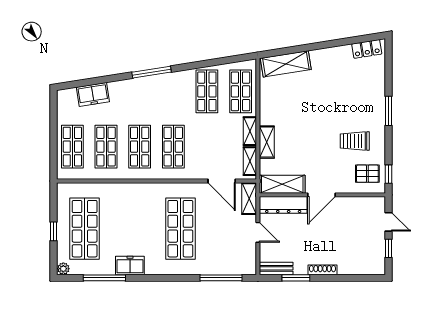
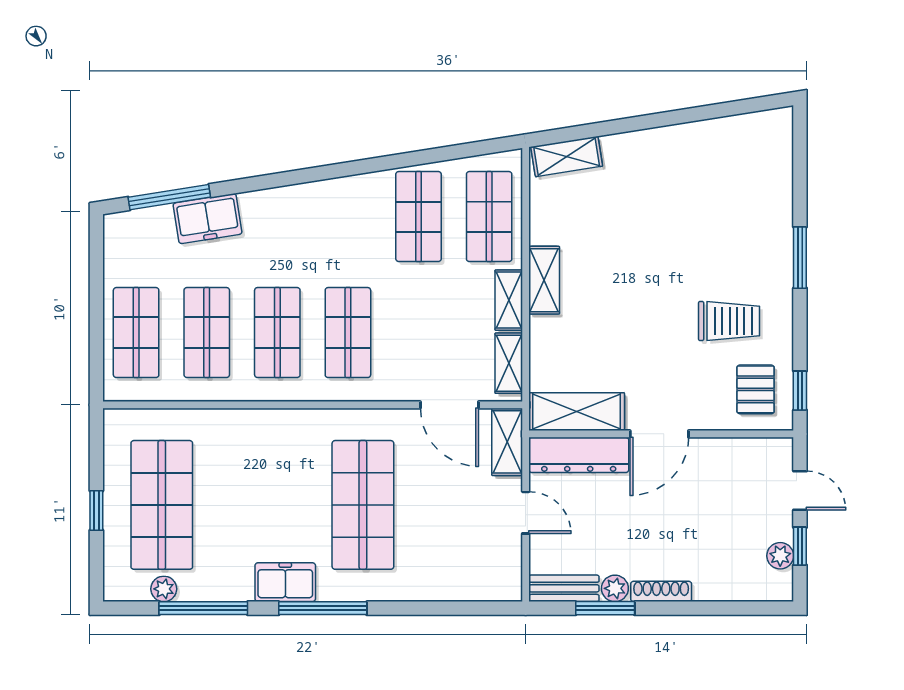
locker: (367, 49) -> (754, 127), removed
shelving: (286, 64) -> (567, 156), width x0.67, depth x0.75
window: (152, 72) -> (169, 197), moved
freezer: (93, 94) -> (208, 219), moved
trolley: (355, 141) -> (729, 321), turned 180
shelving: (267, 142) -> (544, 280), moved
pallet: (367, 174) -> (756, 389), turned 90
plant: (379, 253) -> (780, 556), added
freezer: (130, 265) -> (285, 582), moved
plant: (300, 268) -> (615, 588), added
plant: (63, 269) -> (164, 589), moved
window: (221, 278) -> (323, 608), moved

